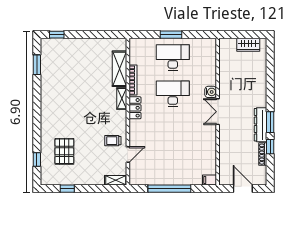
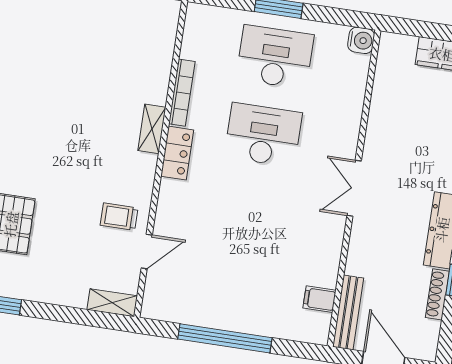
shelving: (120, 69) -> (157, 64), removed
water cooler: (211, 92) -> (361, 40), moved
bench: (224, 168) -> (348, 312), added
filing cabinet: (210, 180) -> (320, 299), moved

